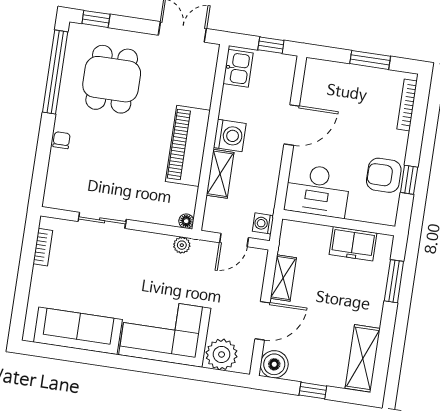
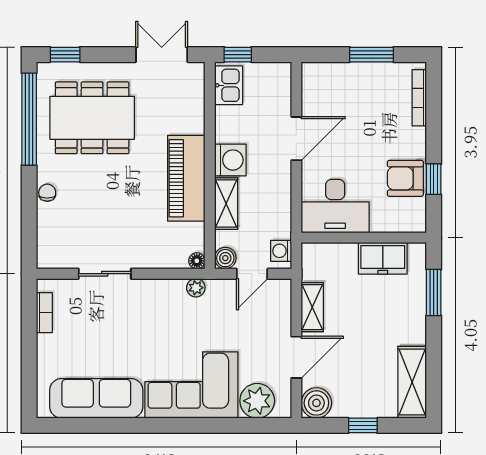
window: (271, 45) -> (238, 55), moved
dining table: (112, 79) -> (92, 118), width x1.38
boiler: (212, 223) -> (225, 258), added

